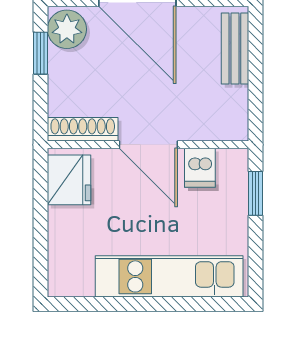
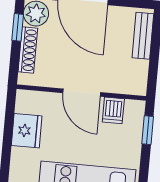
shoe rack: (83, 129) -> (28, 50), moved, turned 90
fridge: (69, 180) -> (27, 131), moved

